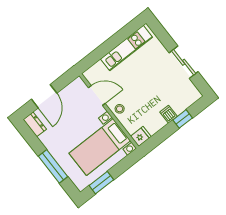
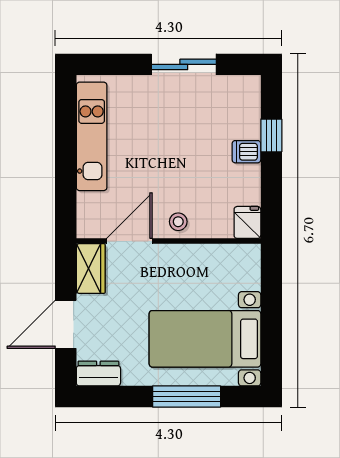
wardrobe: (74, 89) -> (91, 268), added
door: (44, 96) -> (66, 324), swing flipped
bed with nightstands: (100, 147) -> (205, 339), moved, turned 90
window: (101, 183) -> (271, 341), removed

